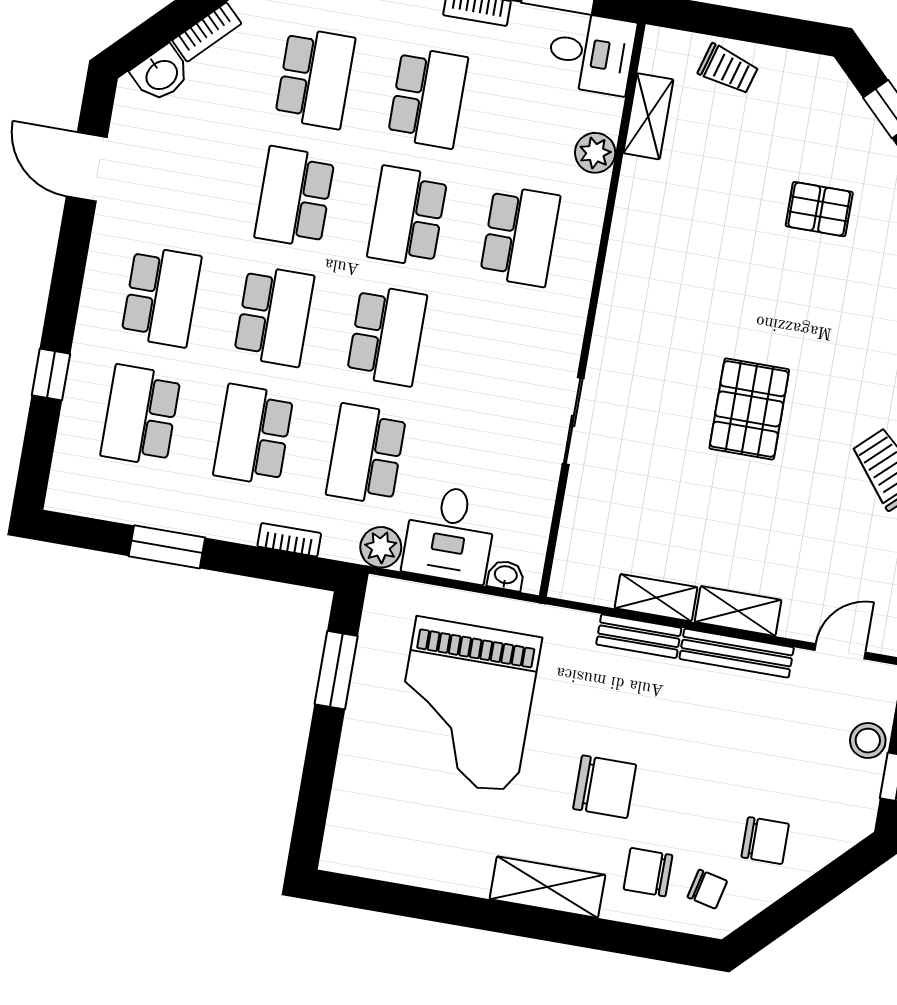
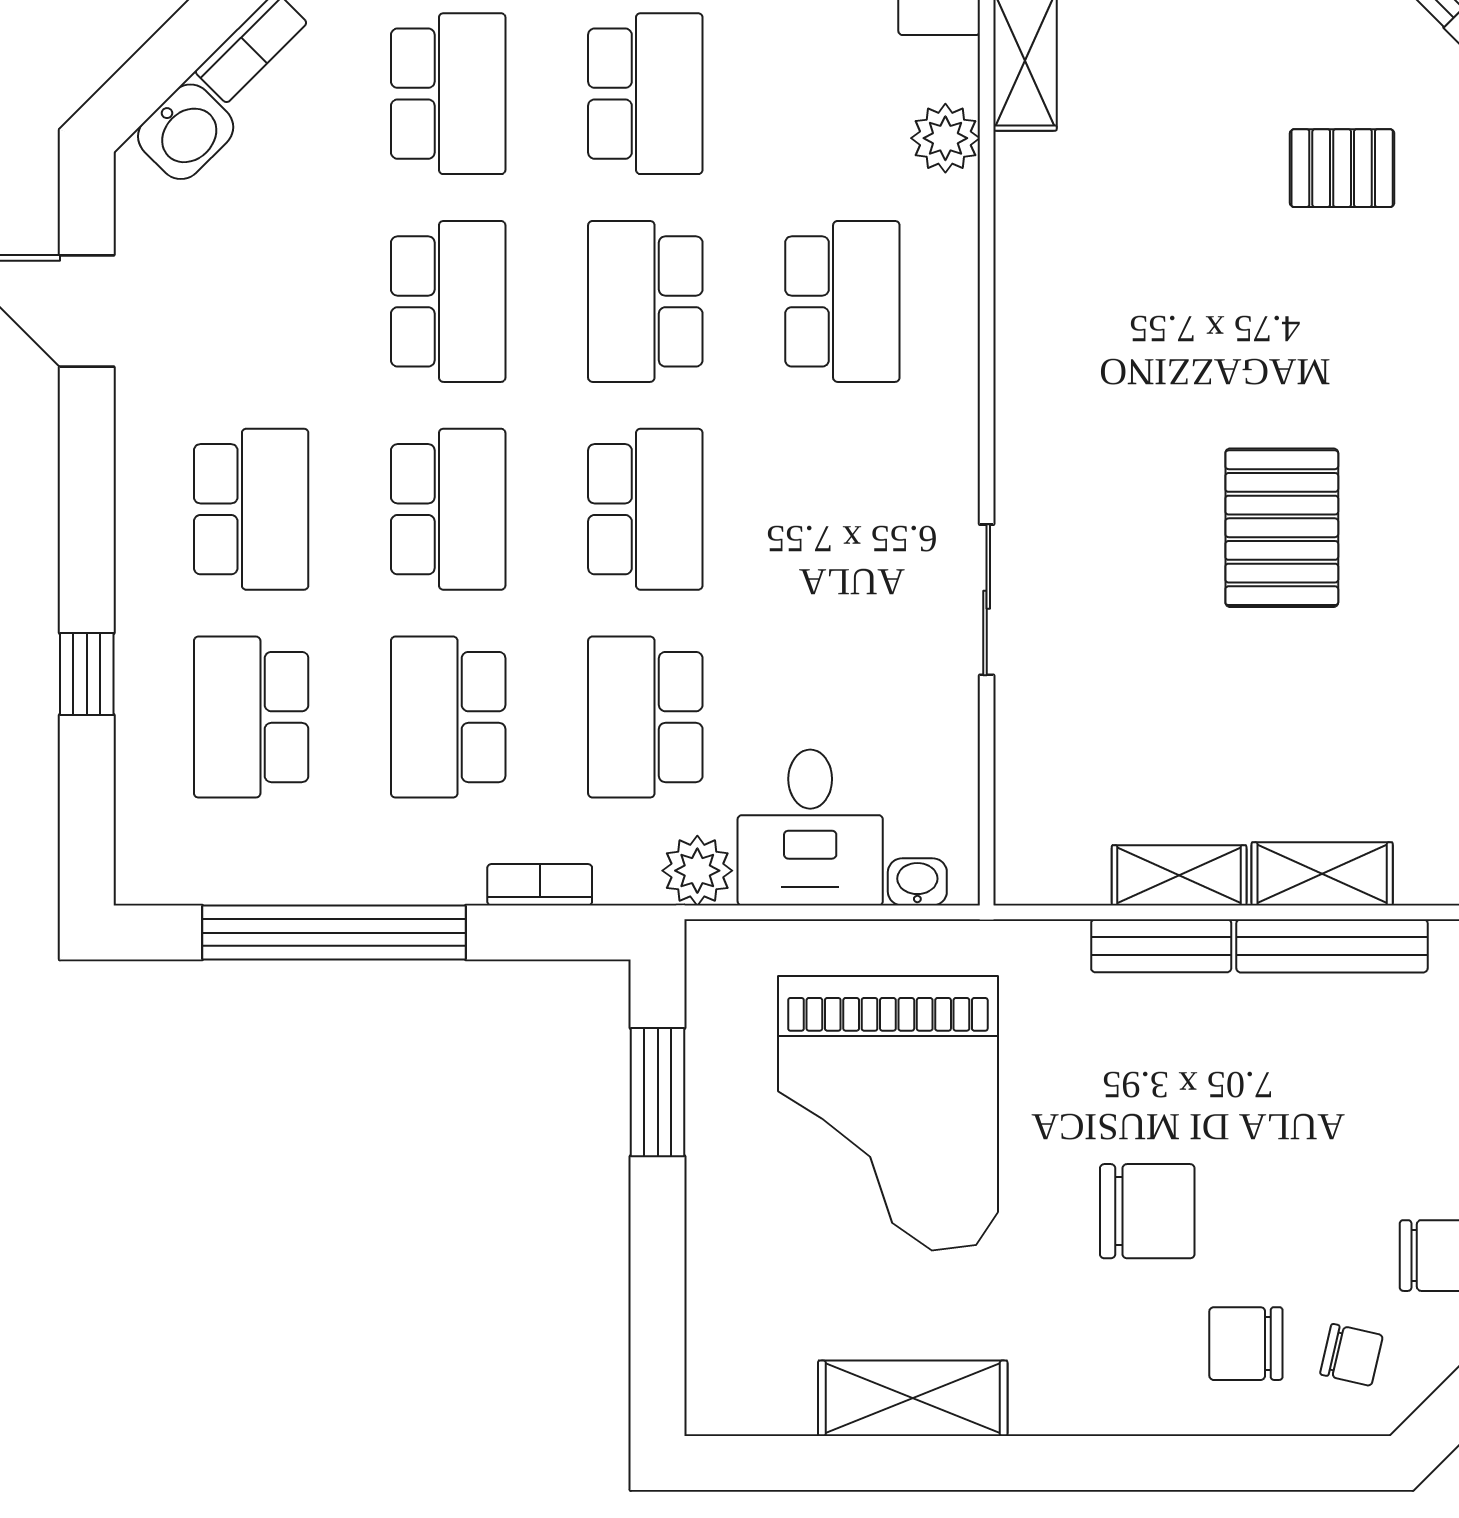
school desk: (295, 197) -> (448, 301), turned 180
window: (167, 547) -> (334, 933), width x2.11
shelving: (547, 887) -> (913, 1398), moved

